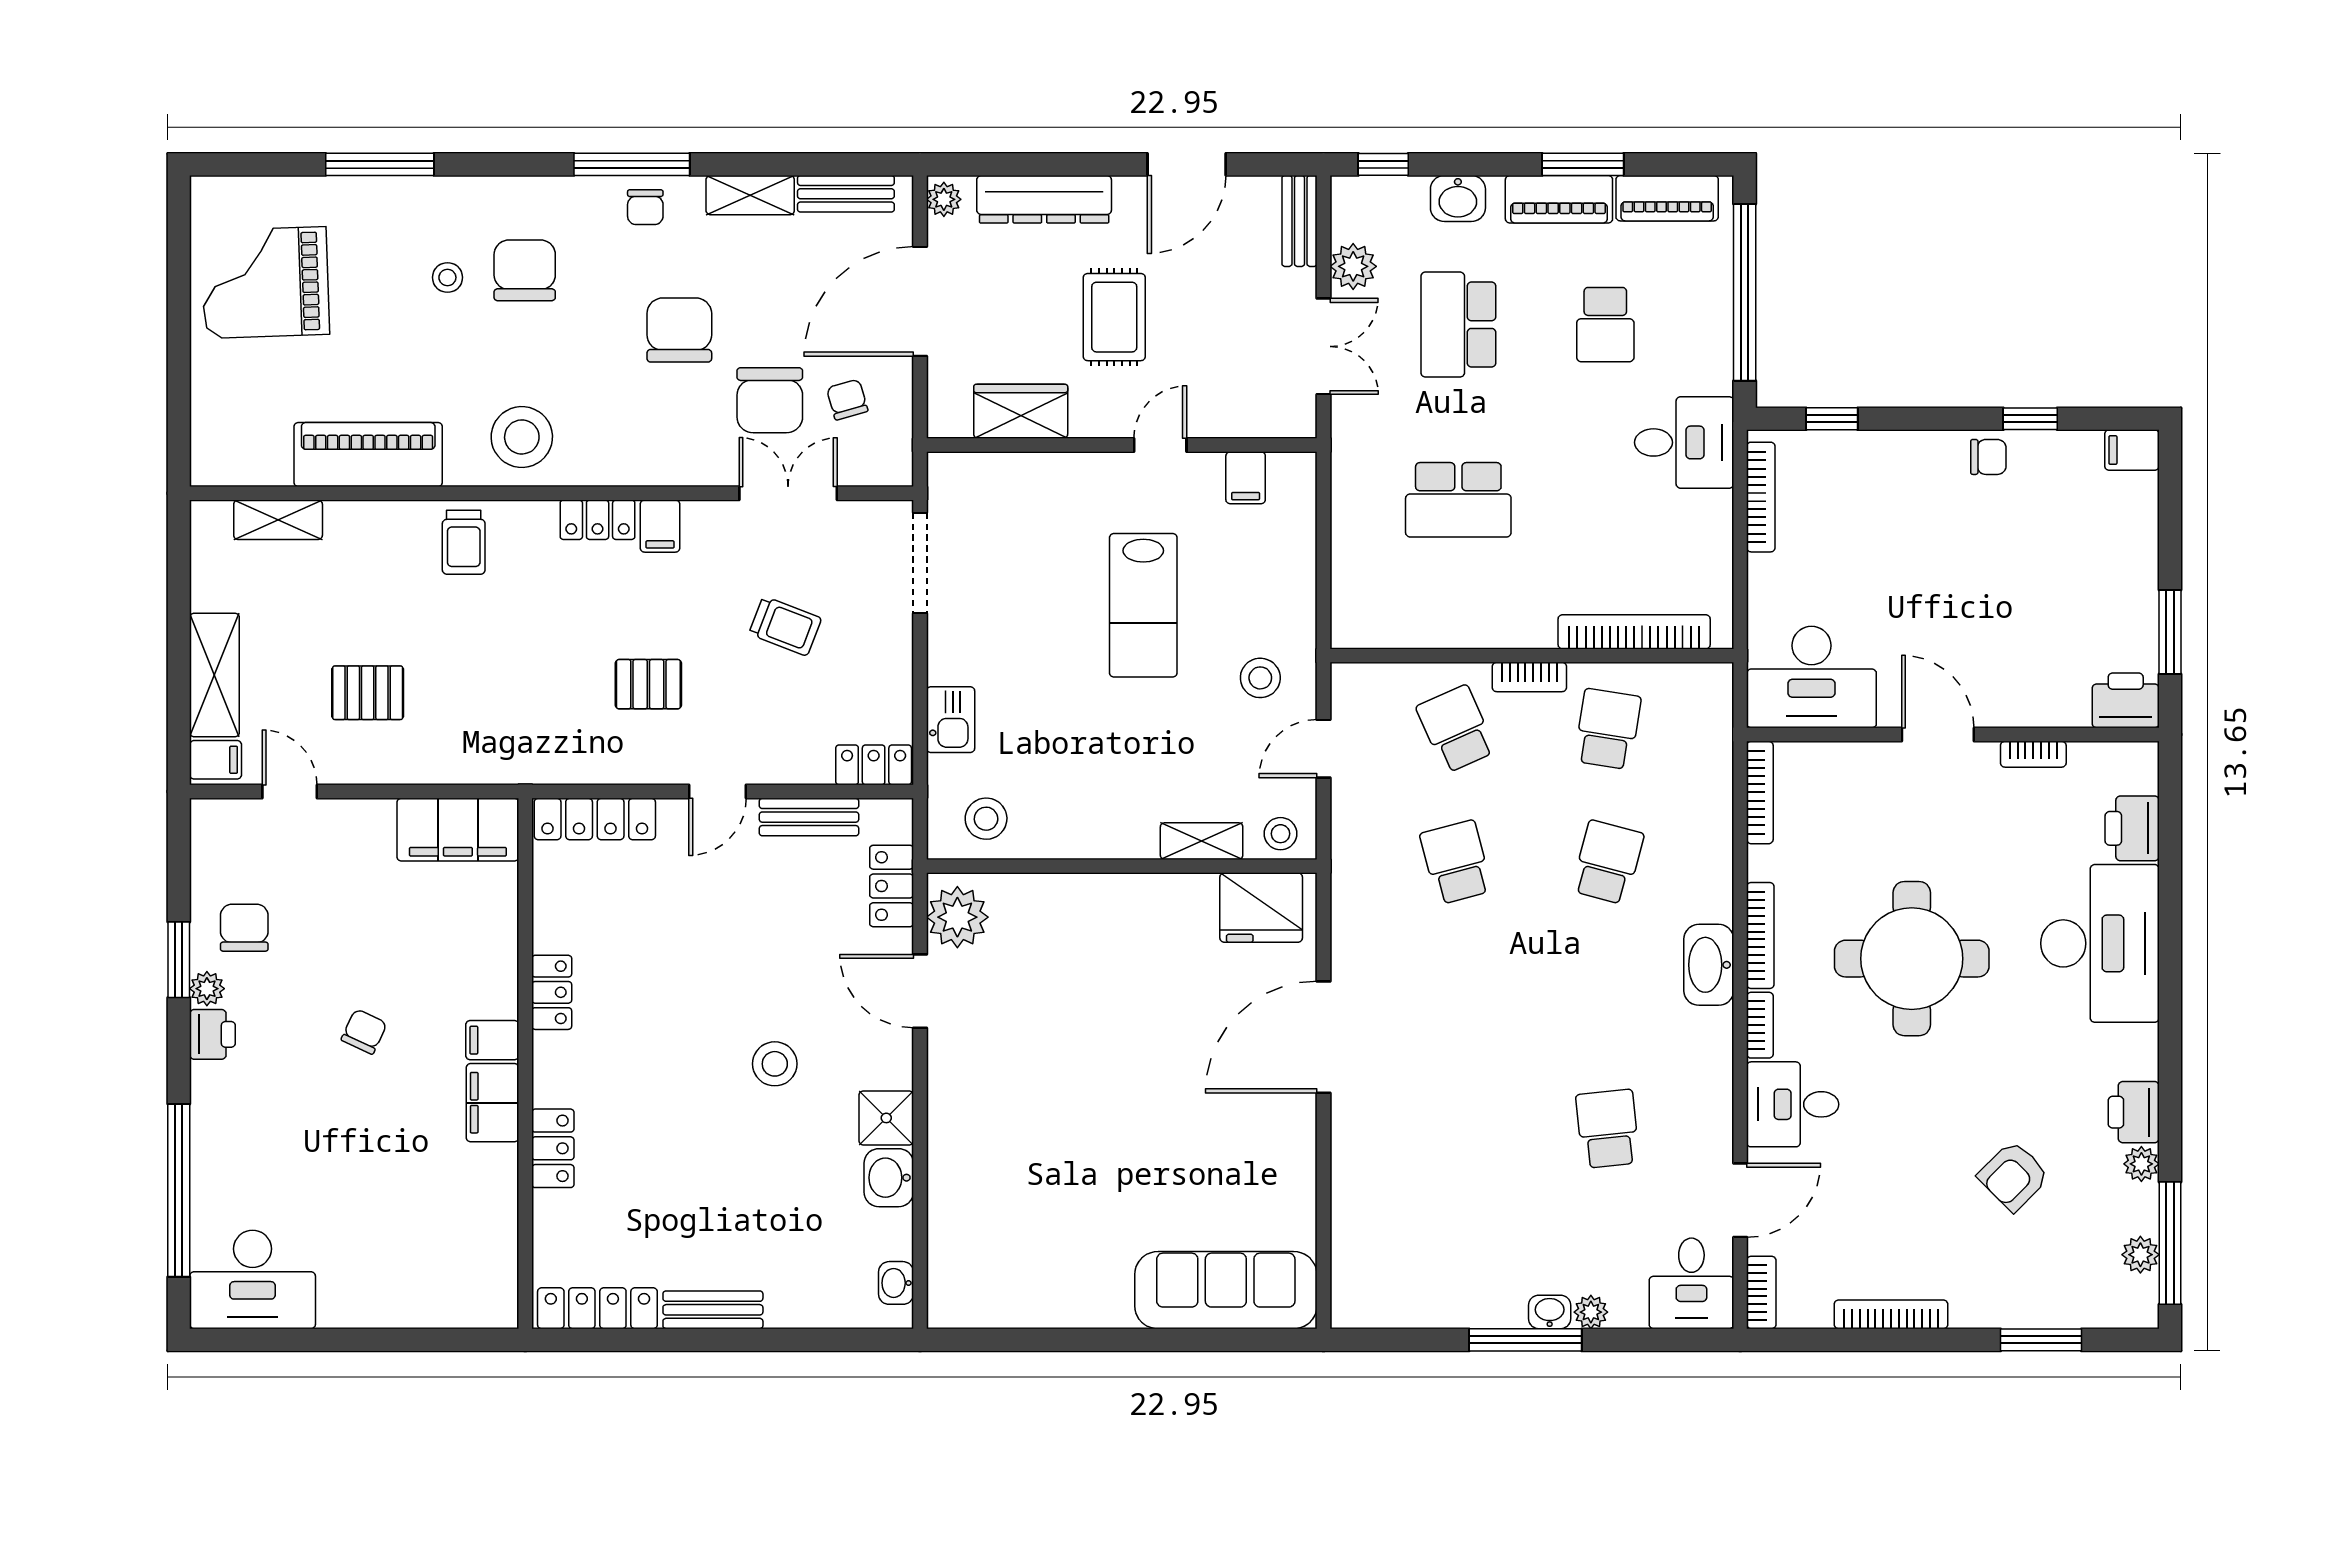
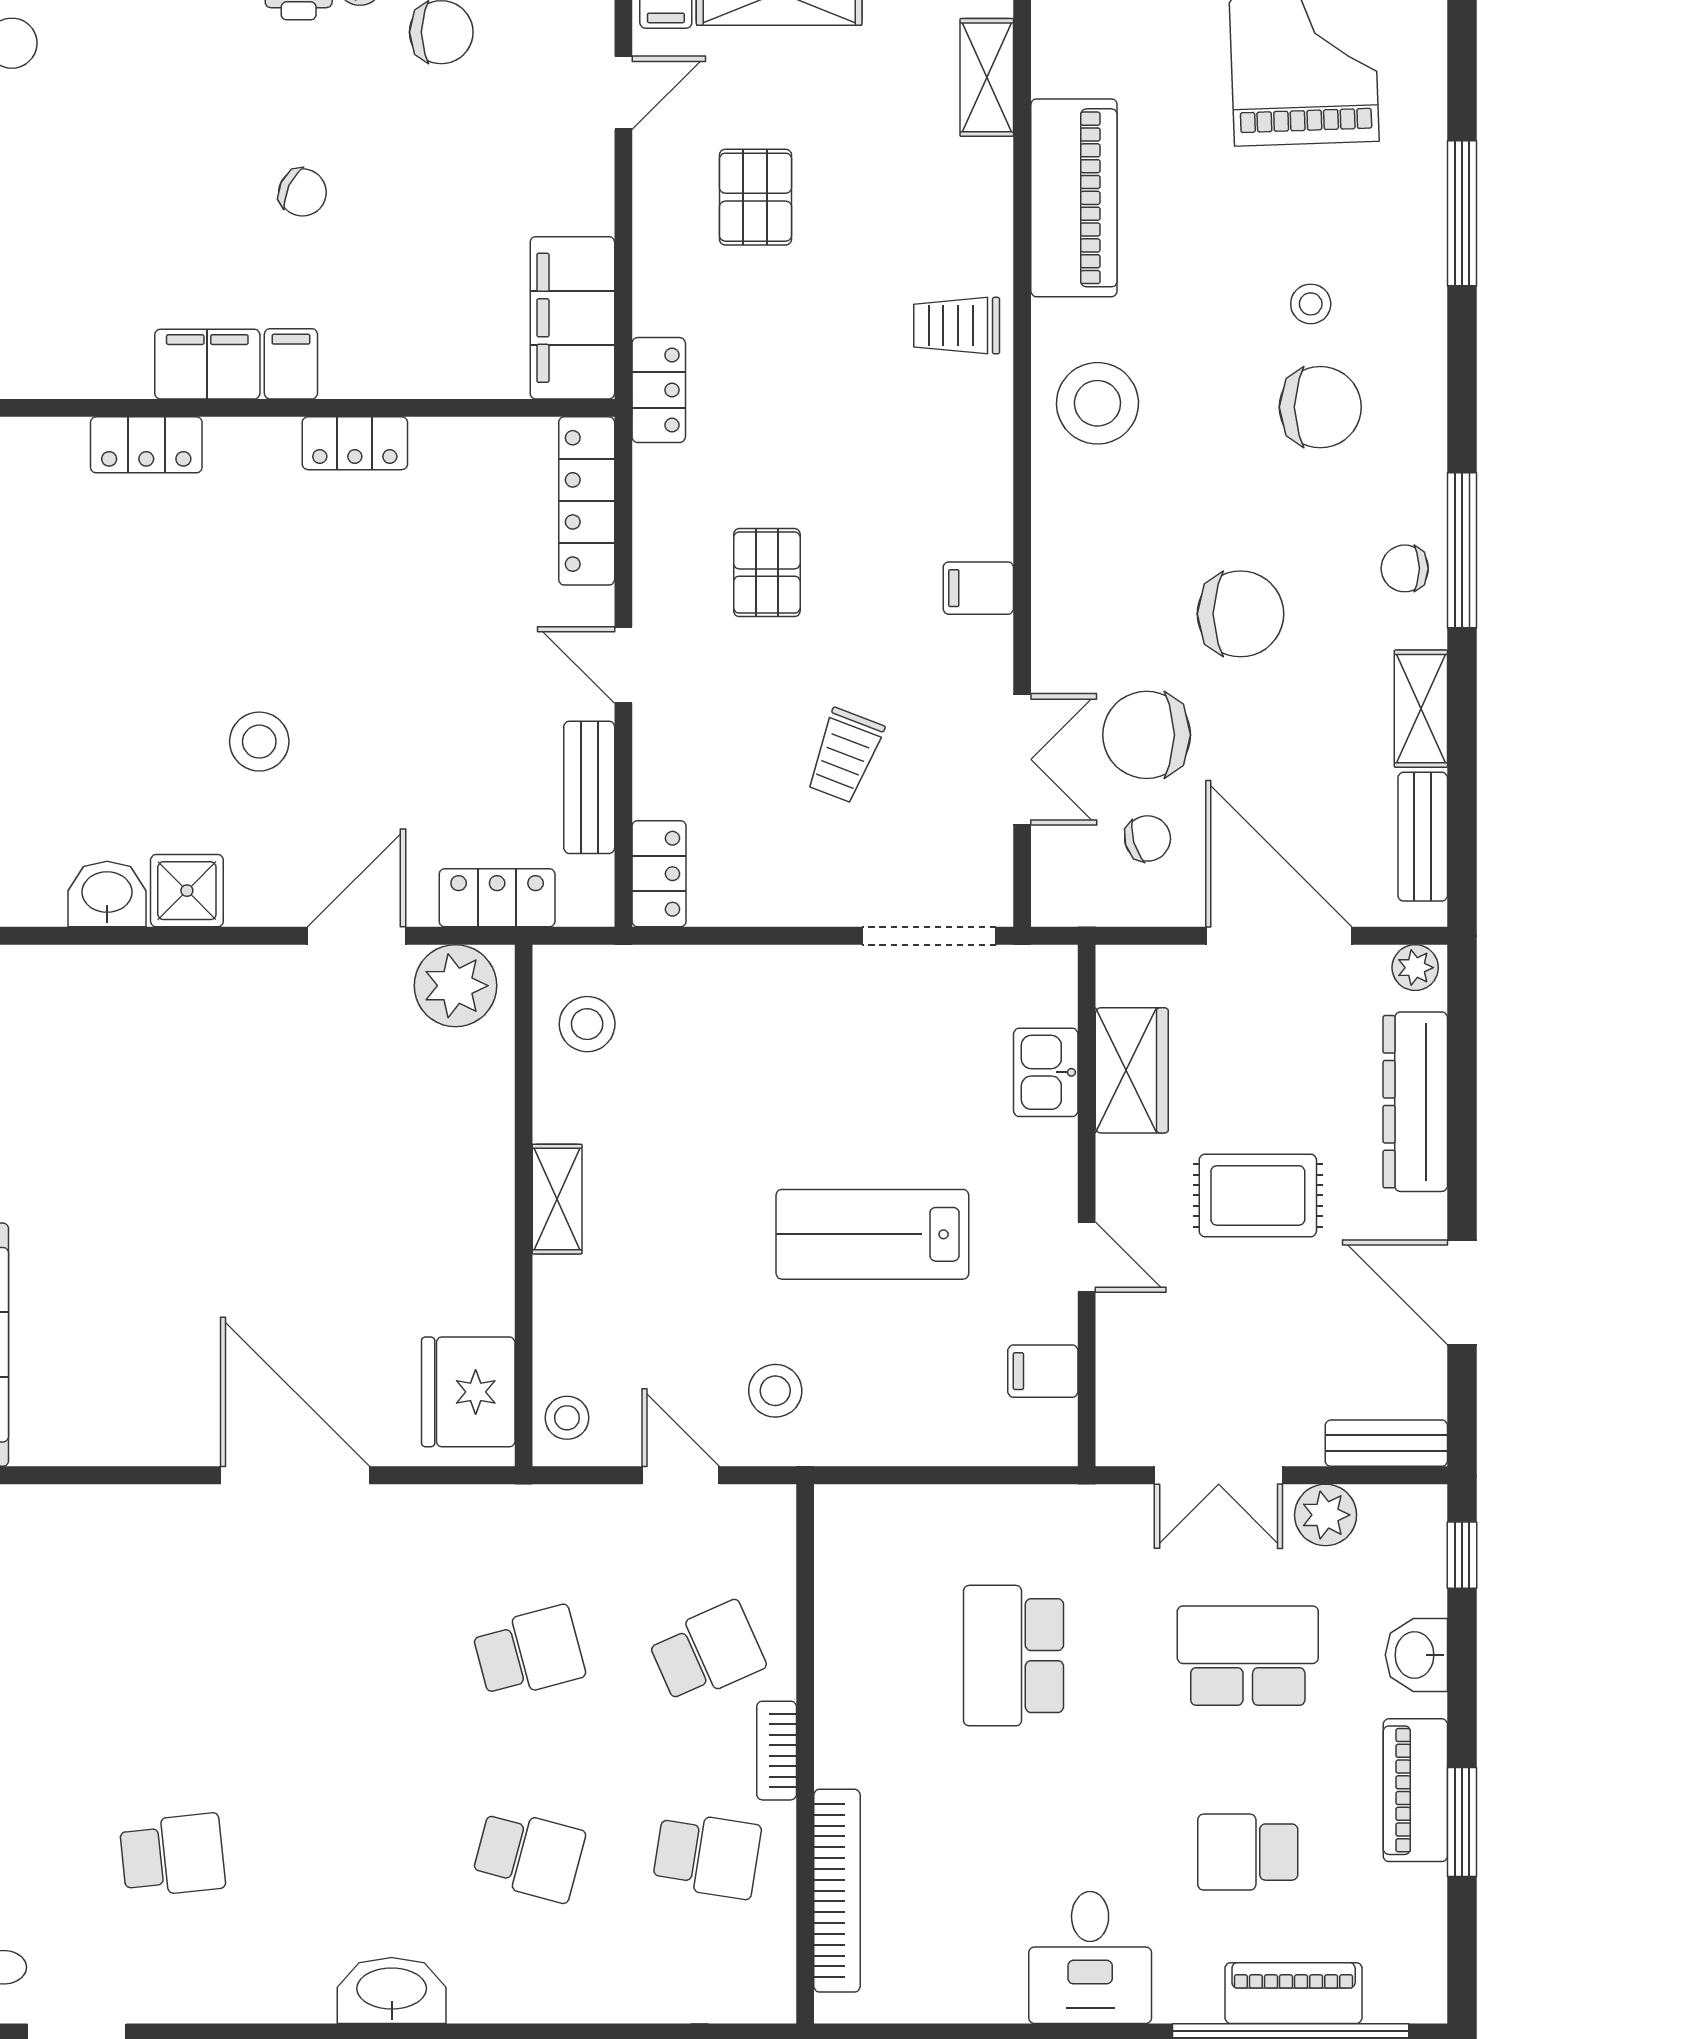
piano: (1667, 198) -> (1294, 1993), moved, turned 90
locker: (598, 520) -> (659, 390), moved, turned 180
kitchen sink: (951, 720) -> (1046, 1072), moved, turned 90
shelving: (1202, 841) -> (557, 1199), moved

